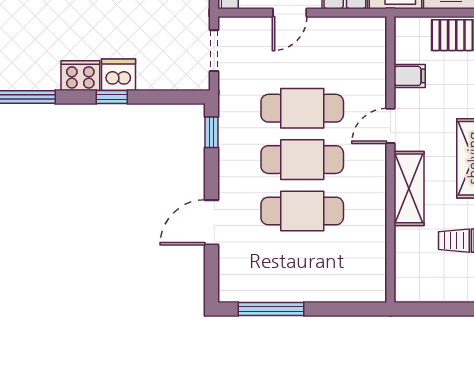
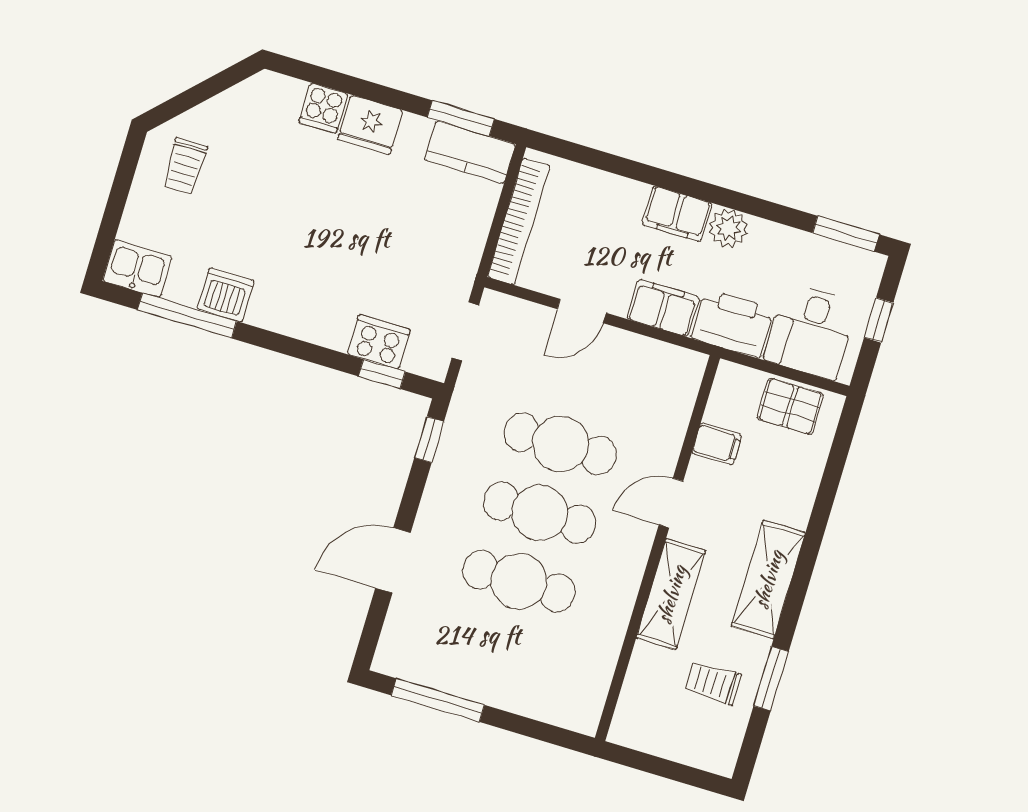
dishwasher: (119, 75) -> (226, 295), moved
cooker: (80, 76) -> (379, 342), moved
window: (112, 97) -> (382, 374), moved

